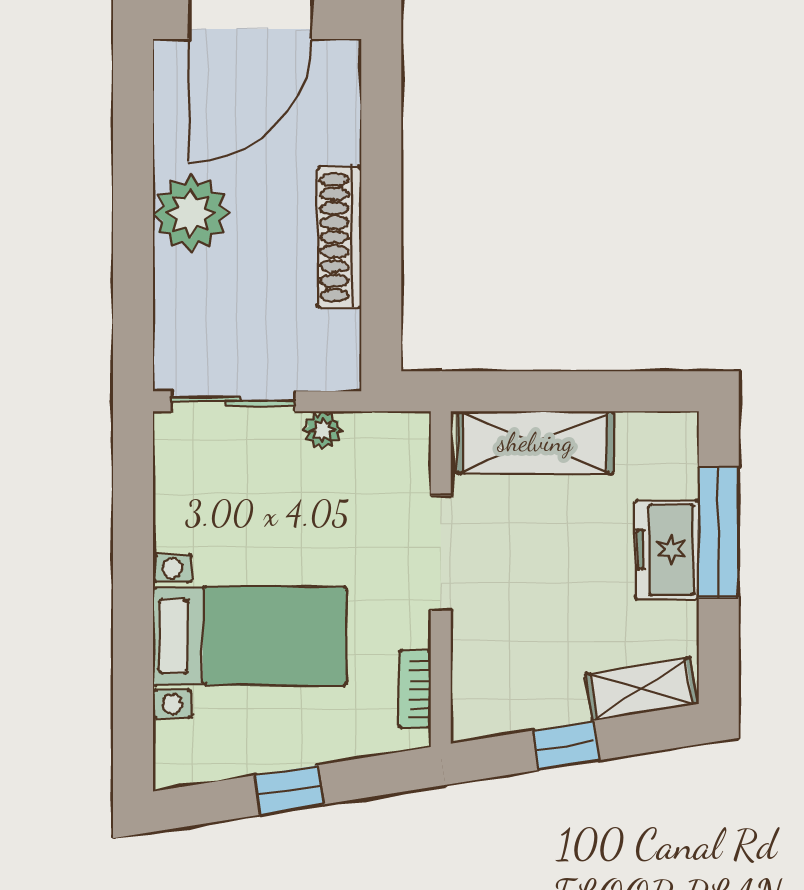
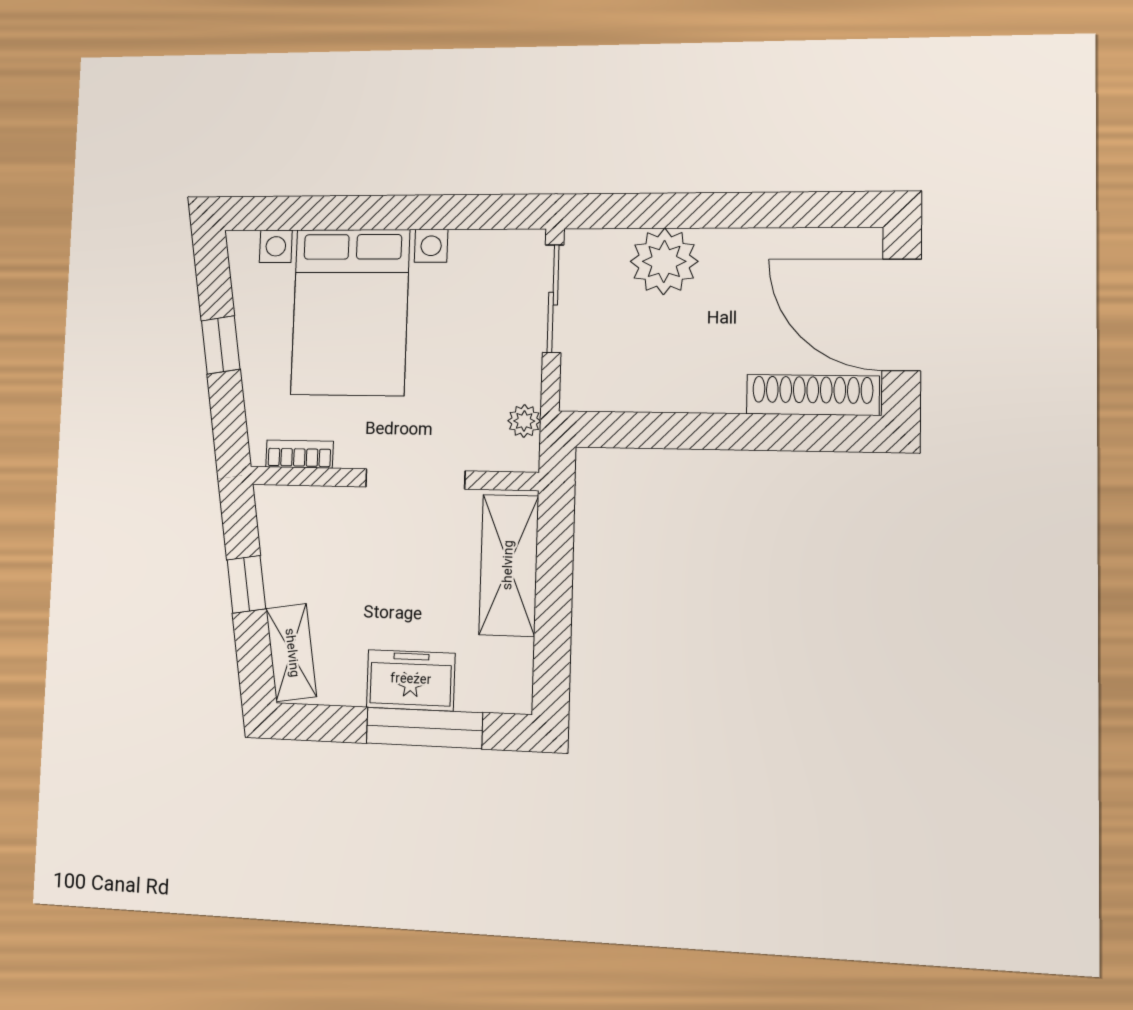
plant: (191, 213) -> (664, 261), moved
shoe rack: (339, 237) -> (813, 395), moved
plant: (323, 430) -> (524, 421), moved
bed with nightstands: (250, 636) -> (350, 312), width x1.36

